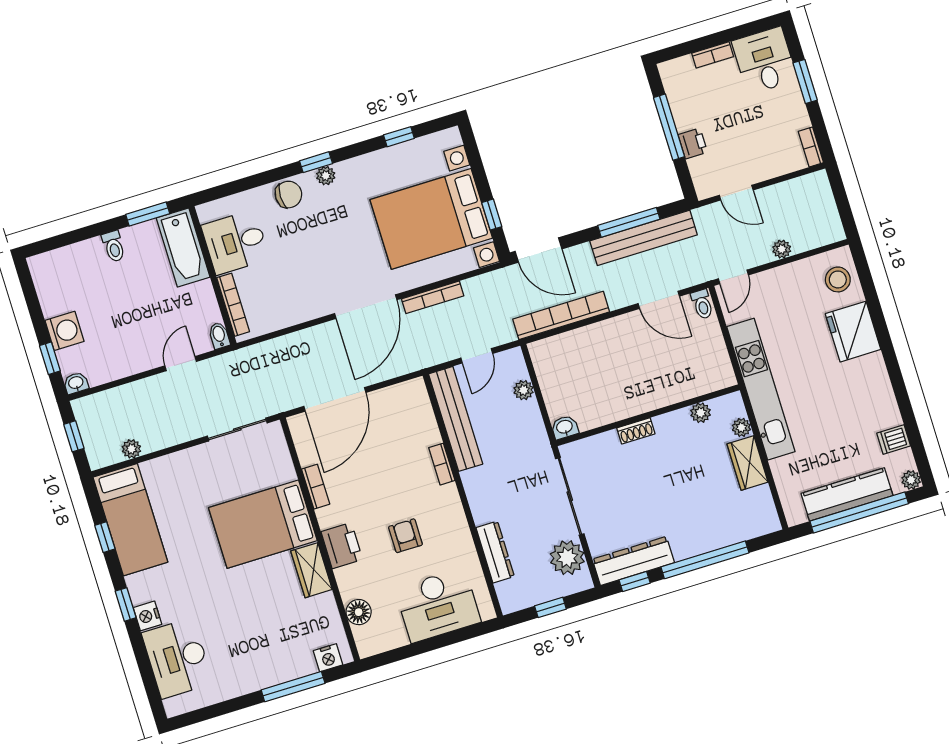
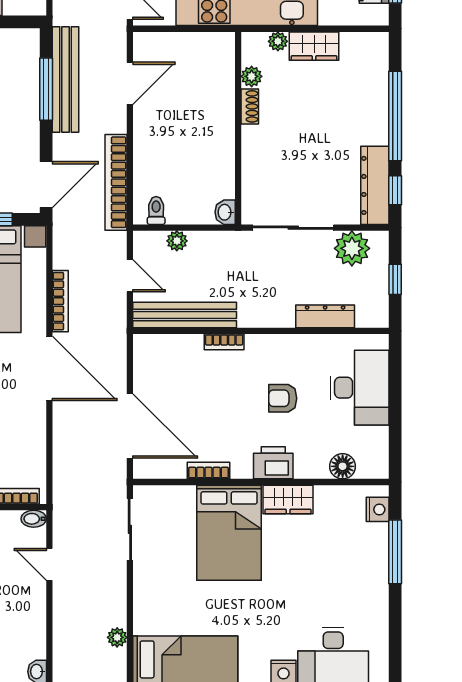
toilet: (702, 304) -> (156, 211), moved, turned -90
shoe rack: (636, 431) -> (250, 106), moved

